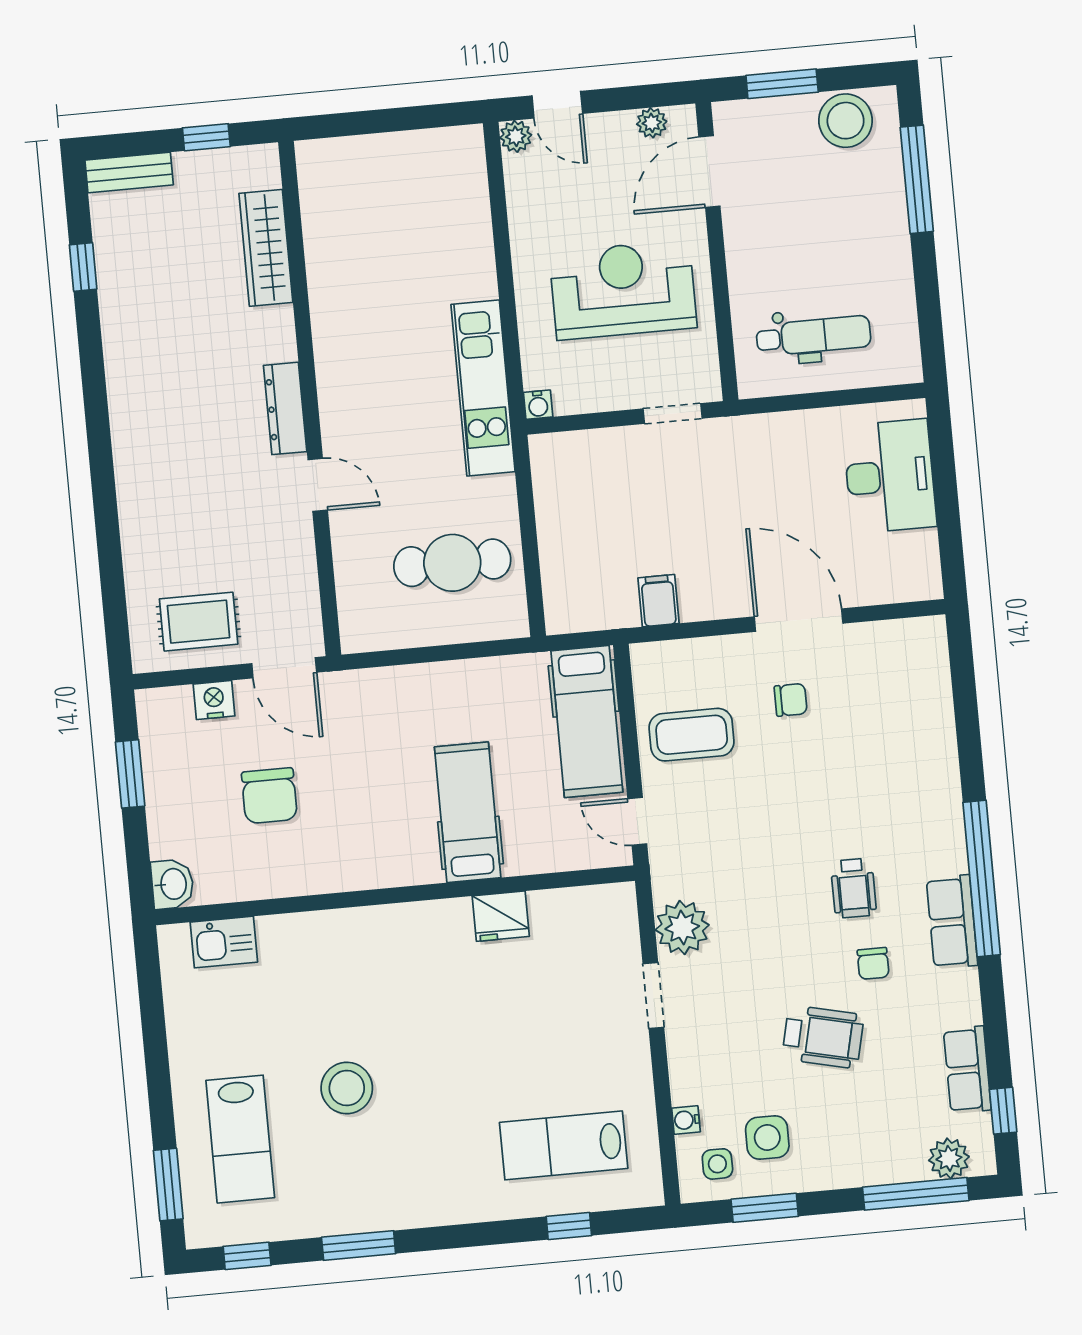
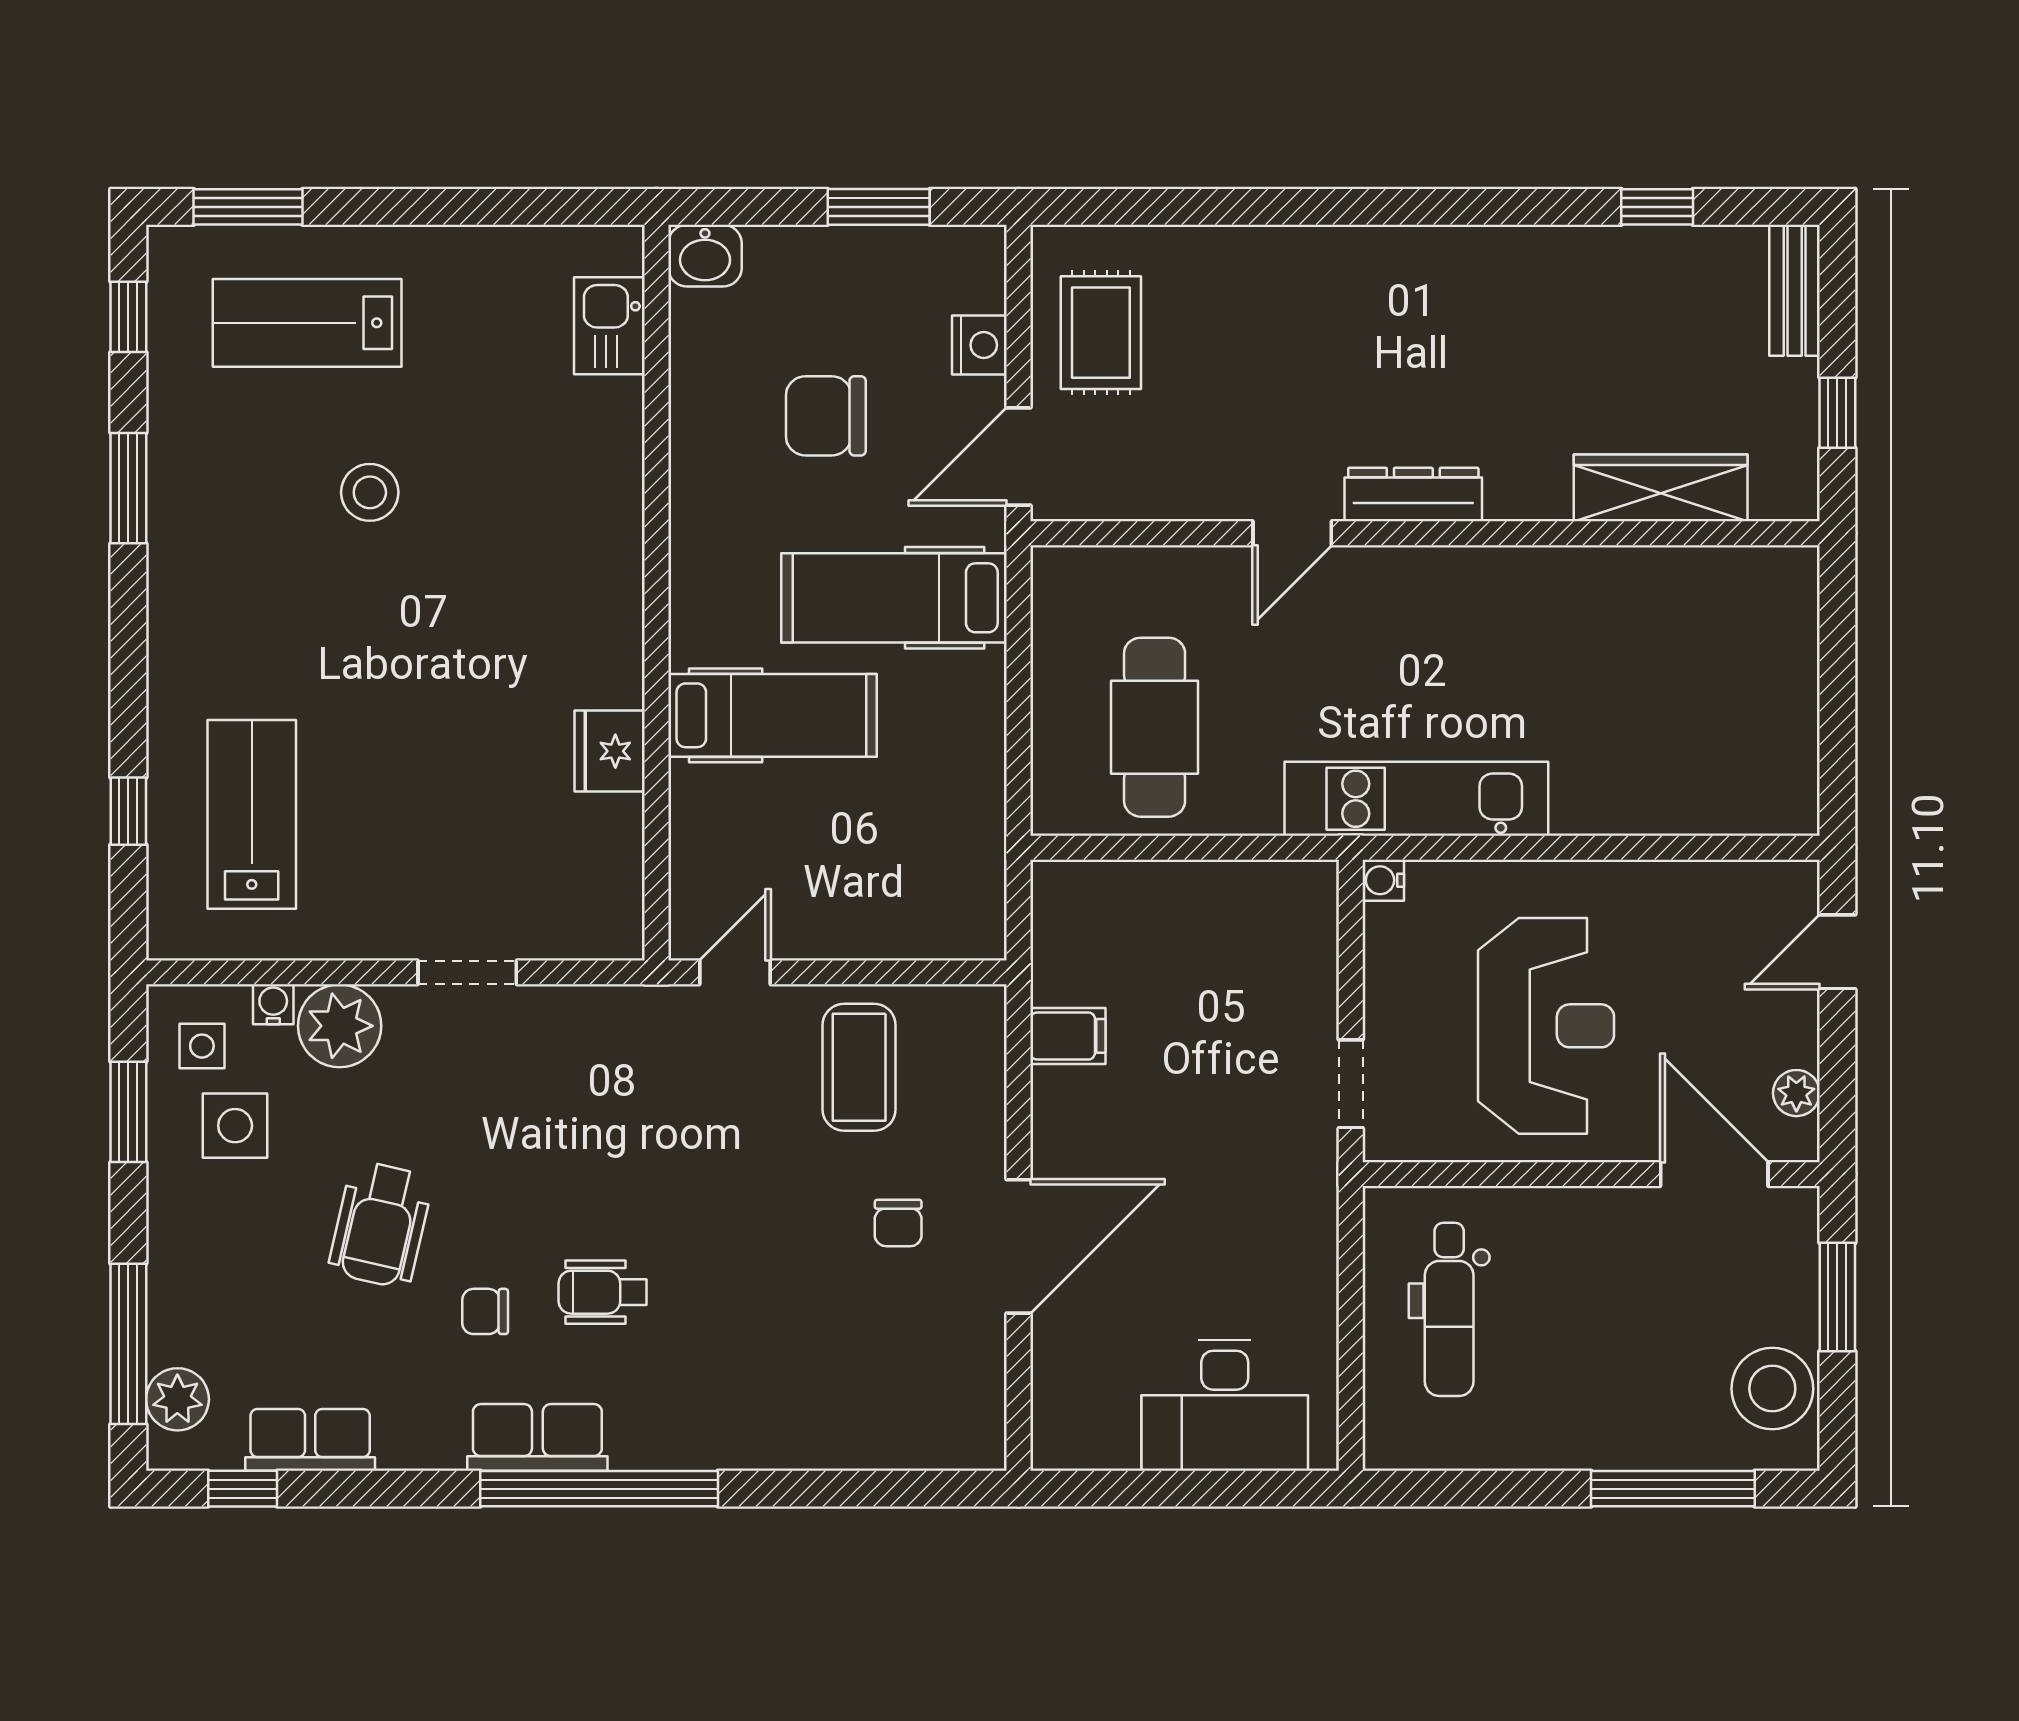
plant: (516, 136) -> (1795, 884), removed
hospital bed: (587, 721) -> (894, 598), moved
plant: (682, 927) -> (340, 1026), moved
stool: (347, 1088) -> (370, 492), width x0.73, depth x0.73

